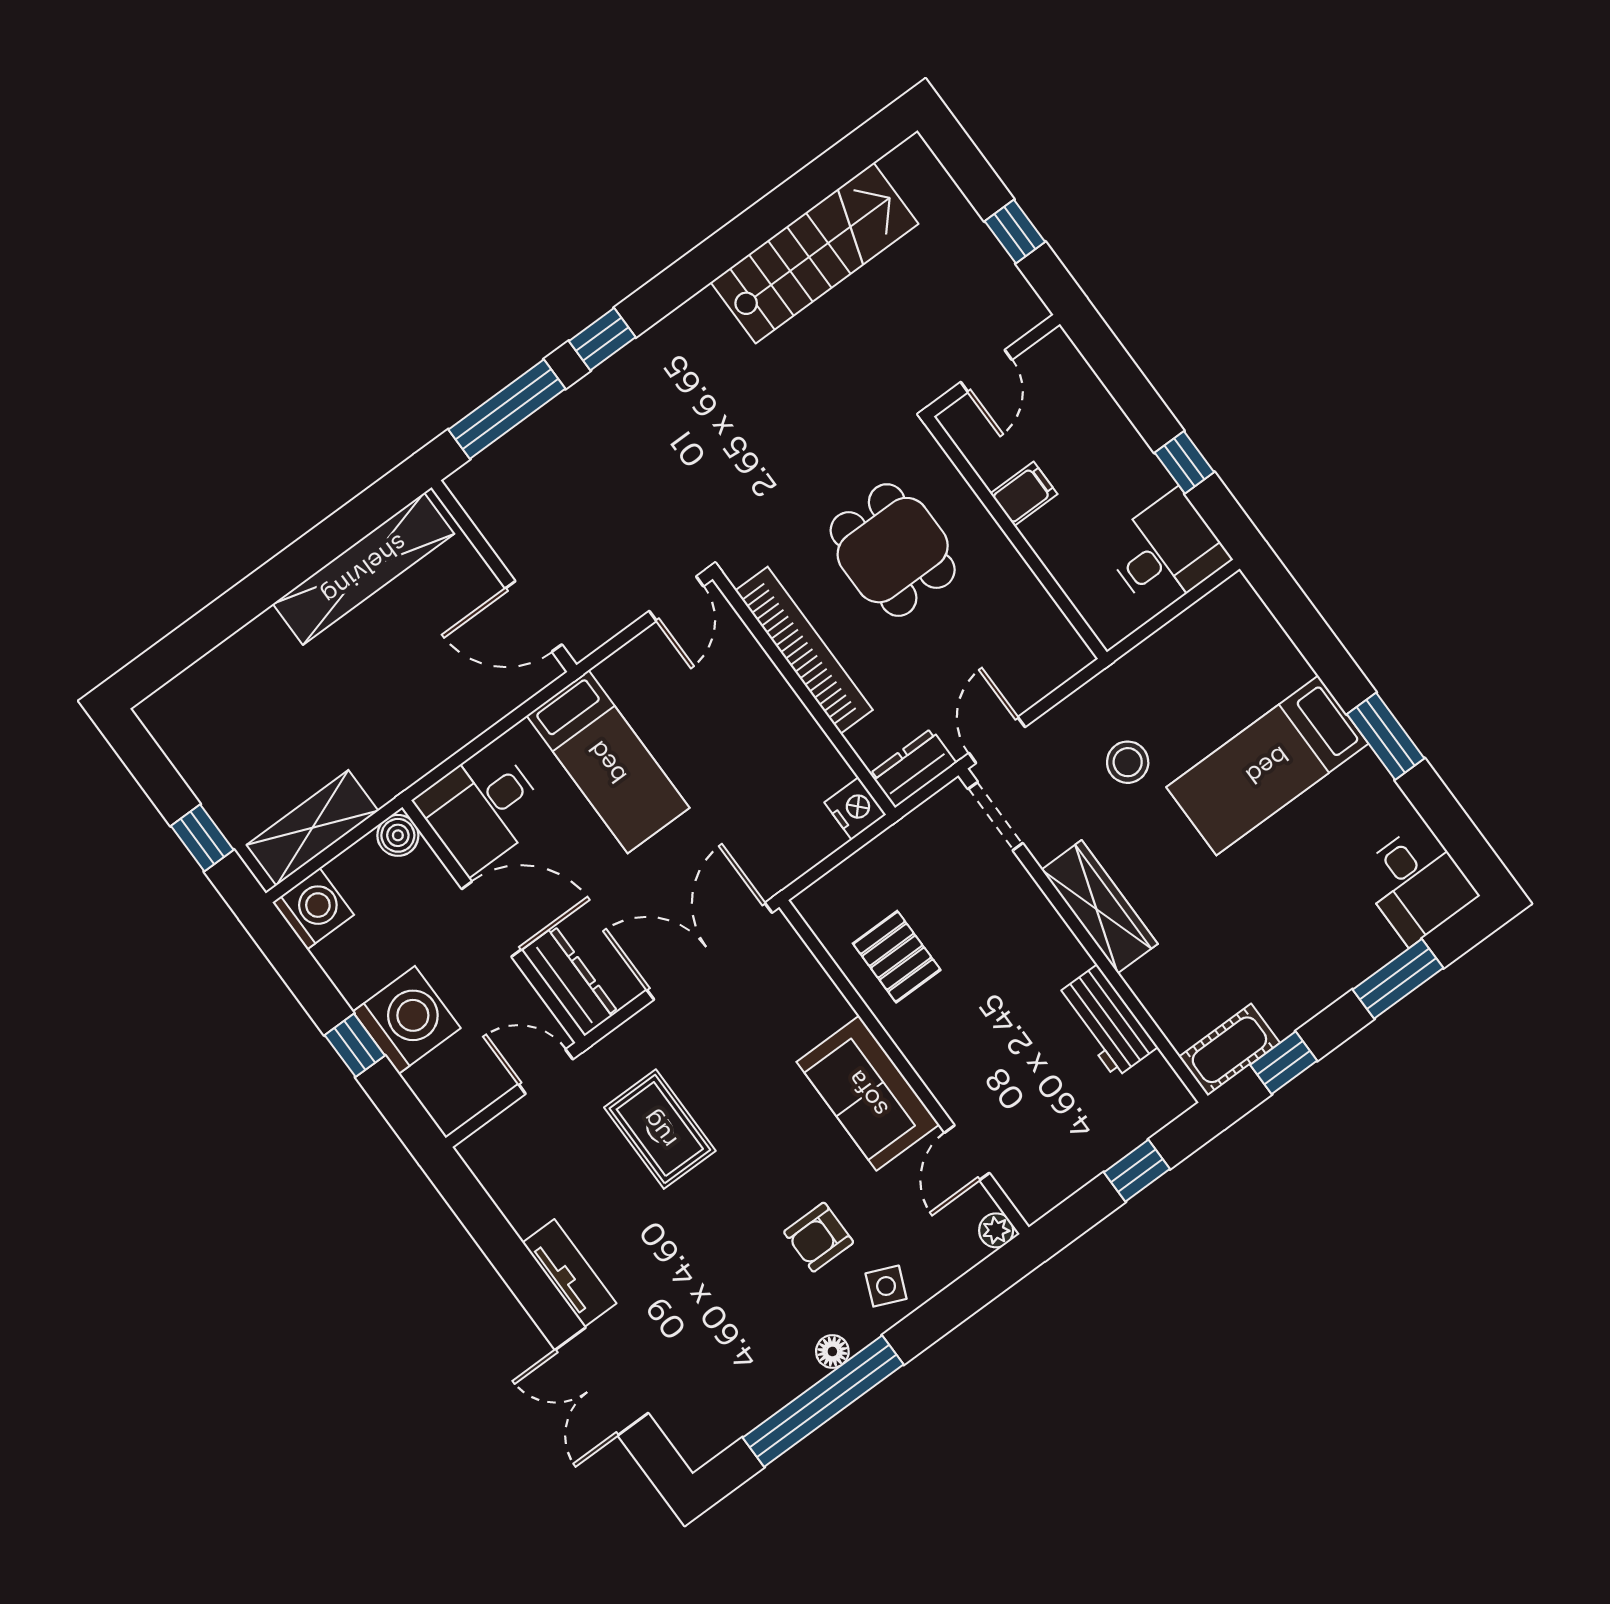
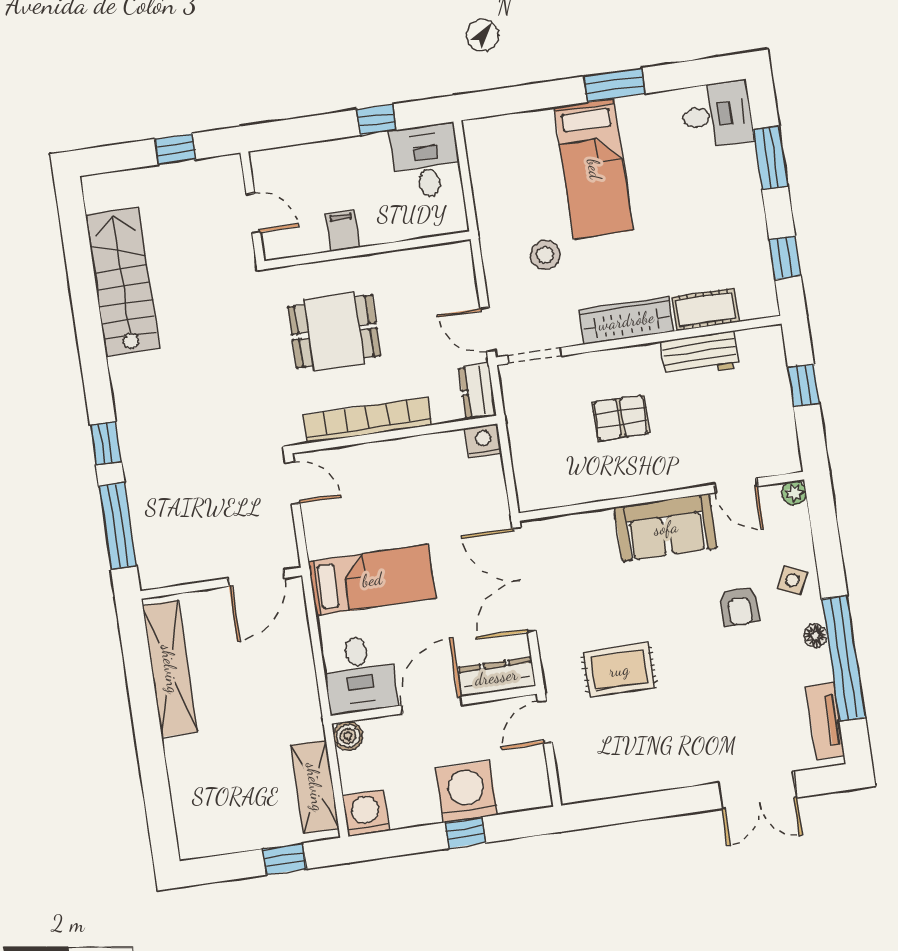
pallet: (897, 957) -> (621, 418), moved
cot: (1229, 1050) -> (705, 309), moved, turned 90
tv unit: (569, 1273) -> (825, 721), moved, turned -90

